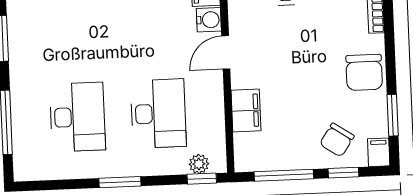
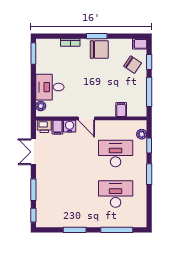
filing cabinet: (246, 111) -> (121, 110), width x0.50
window: (393, 115) -> (97, 36), moved
window: (202, 179) -> (149, 146), moved

